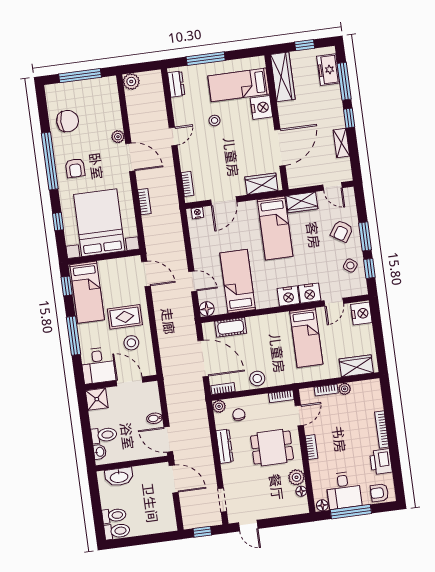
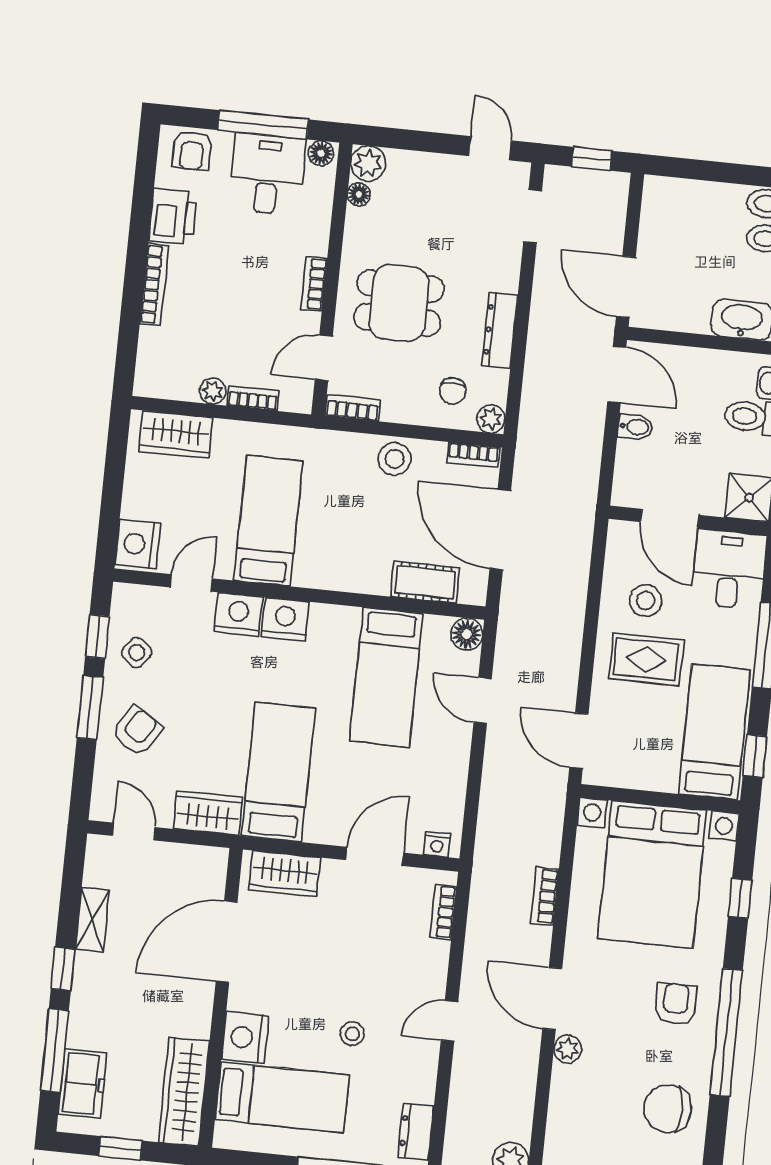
plant: (296, 477) -> (368, 163), moved
armchair: (379, 493) -> (192, 151), turned 90

